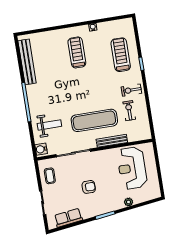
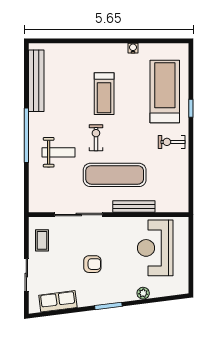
treadmill: (77, 52) -> (104, 94), moved, turned 180
treadmill: (121, 55) -> (165, 91), width x1.37, depth x1.38
exercise bike: (129, 111) -> (96, 138), moved
weight bench: (49, 125) -> (58, 152), moved
water cooler: (41, 149) -> (36, 202), removed

